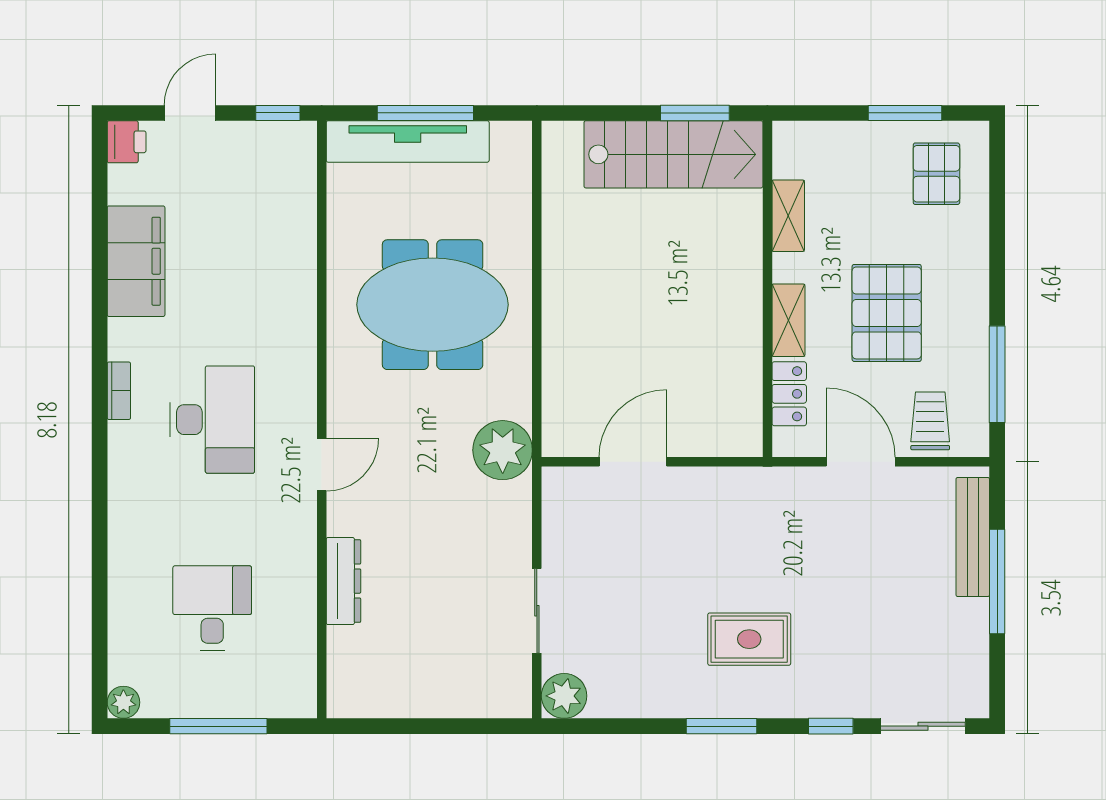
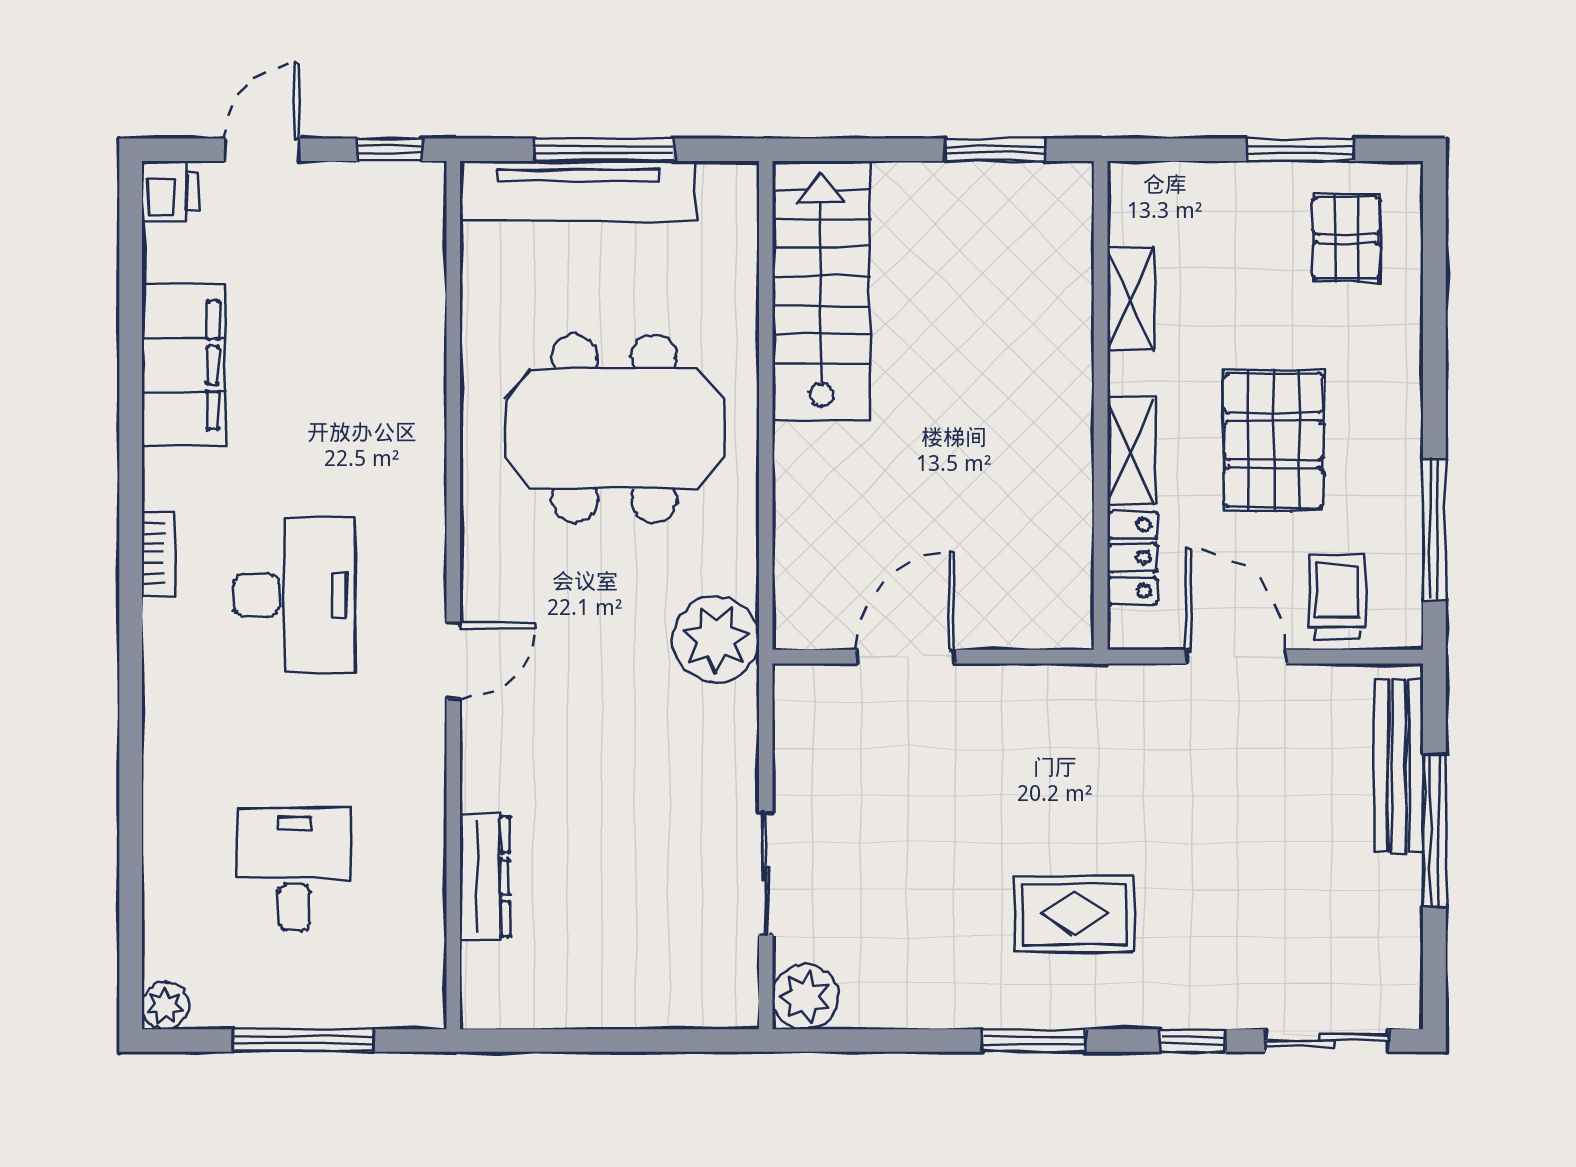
stairs: (673, 154) -> (821, 291), moved, turned -90
dresser: (343, 581) -> (485, 877), moved

